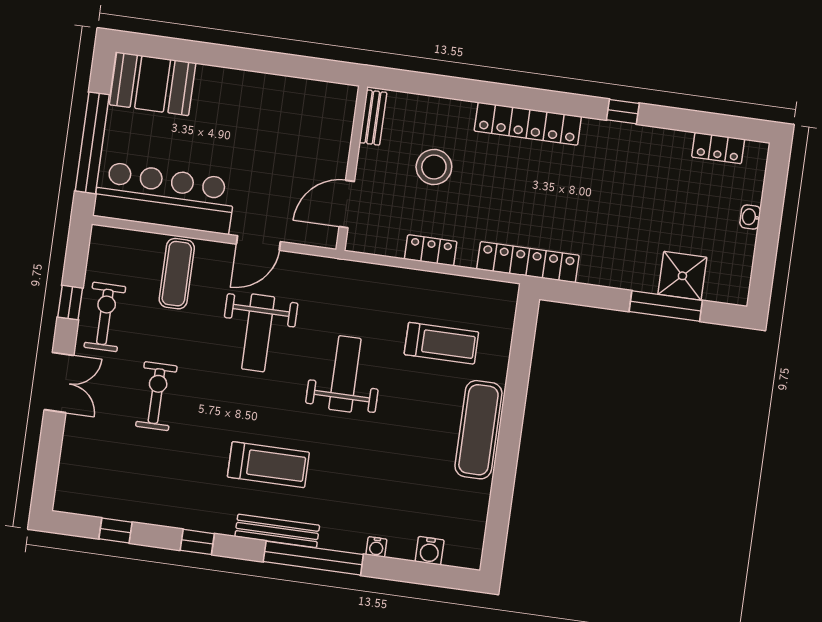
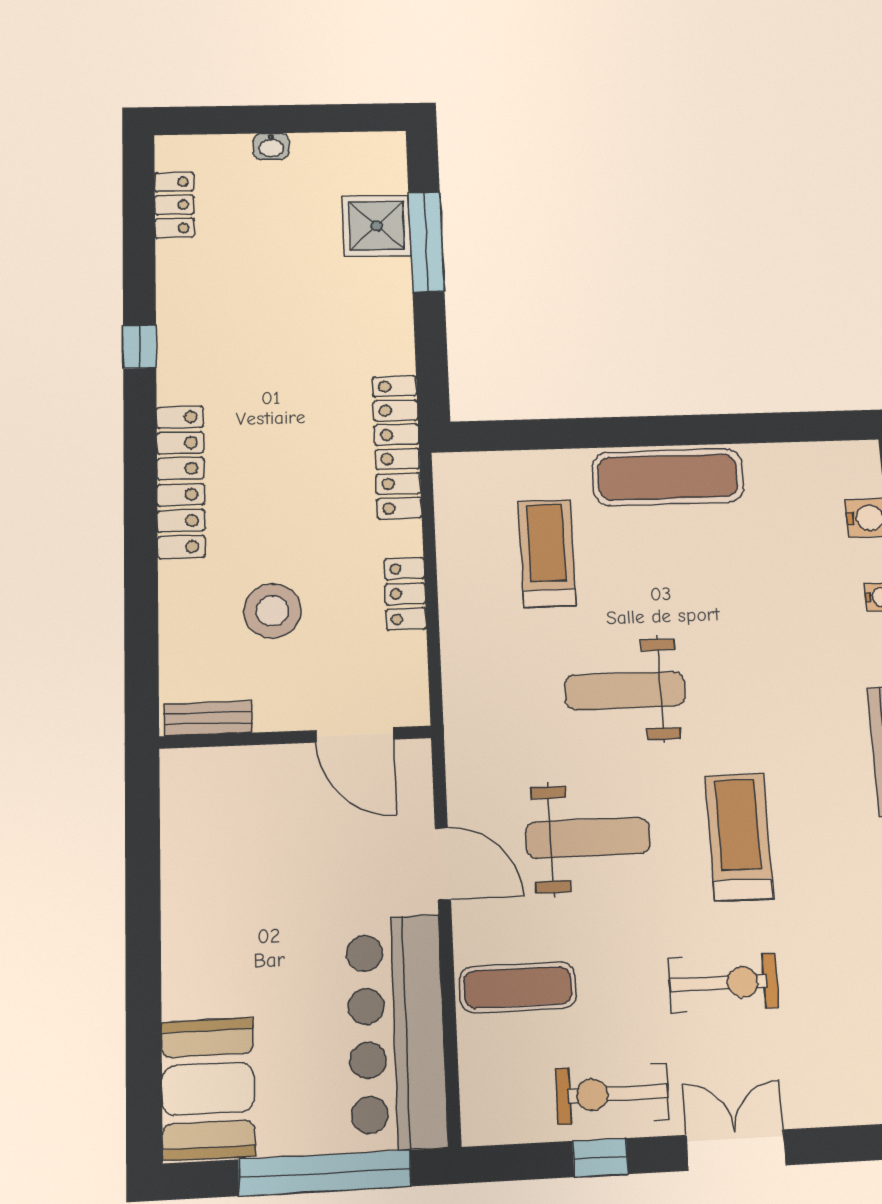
exercise bike: (156, 396) -> (723, 983), turned 180
treadmill: (268, 465) -> (739, 837), moved

